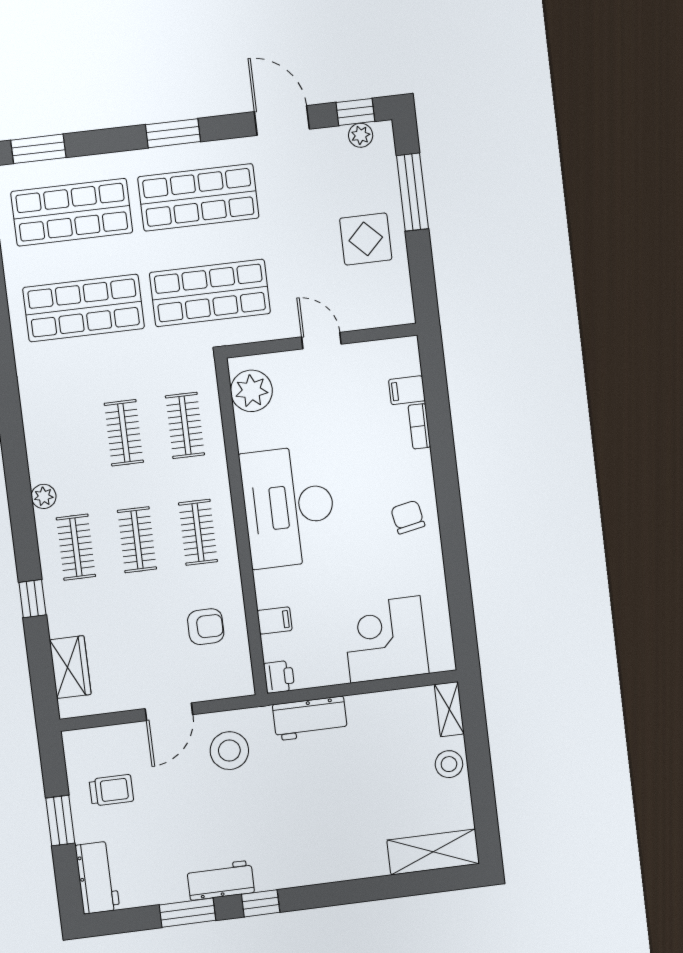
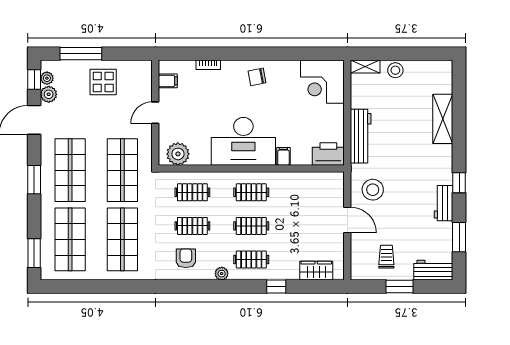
plant: (332, 142) -> (49, 94), added
filing cabinet: (407, 390) -> (168, 81), moved, turned -90
filing cabinet: (275, 620) -> (283, 156), moved
armchair: (206, 627) -> (186, 258), moved
corner desk: (385, 639) -> (322, 82), moved
printer: (279, 677) -> (328, 154), width x1.87, depth x1.48
workbench: (310, 718) -> (361, 136), width x1.38
shelving: (433, 852) -> (443, 119), moved
window: (187, 913) -> (459, 237), moved

